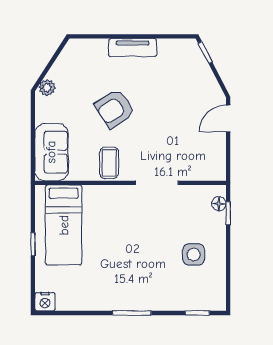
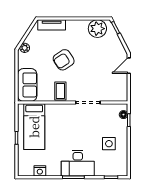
tv unit: (133, 48) -> (52, 25), moved
plant: (174, 54) -> (97, 29), added
desk: (139, 289) -> (78, 163), added
nightstand: (45, 302) -> (40, 171), moved

